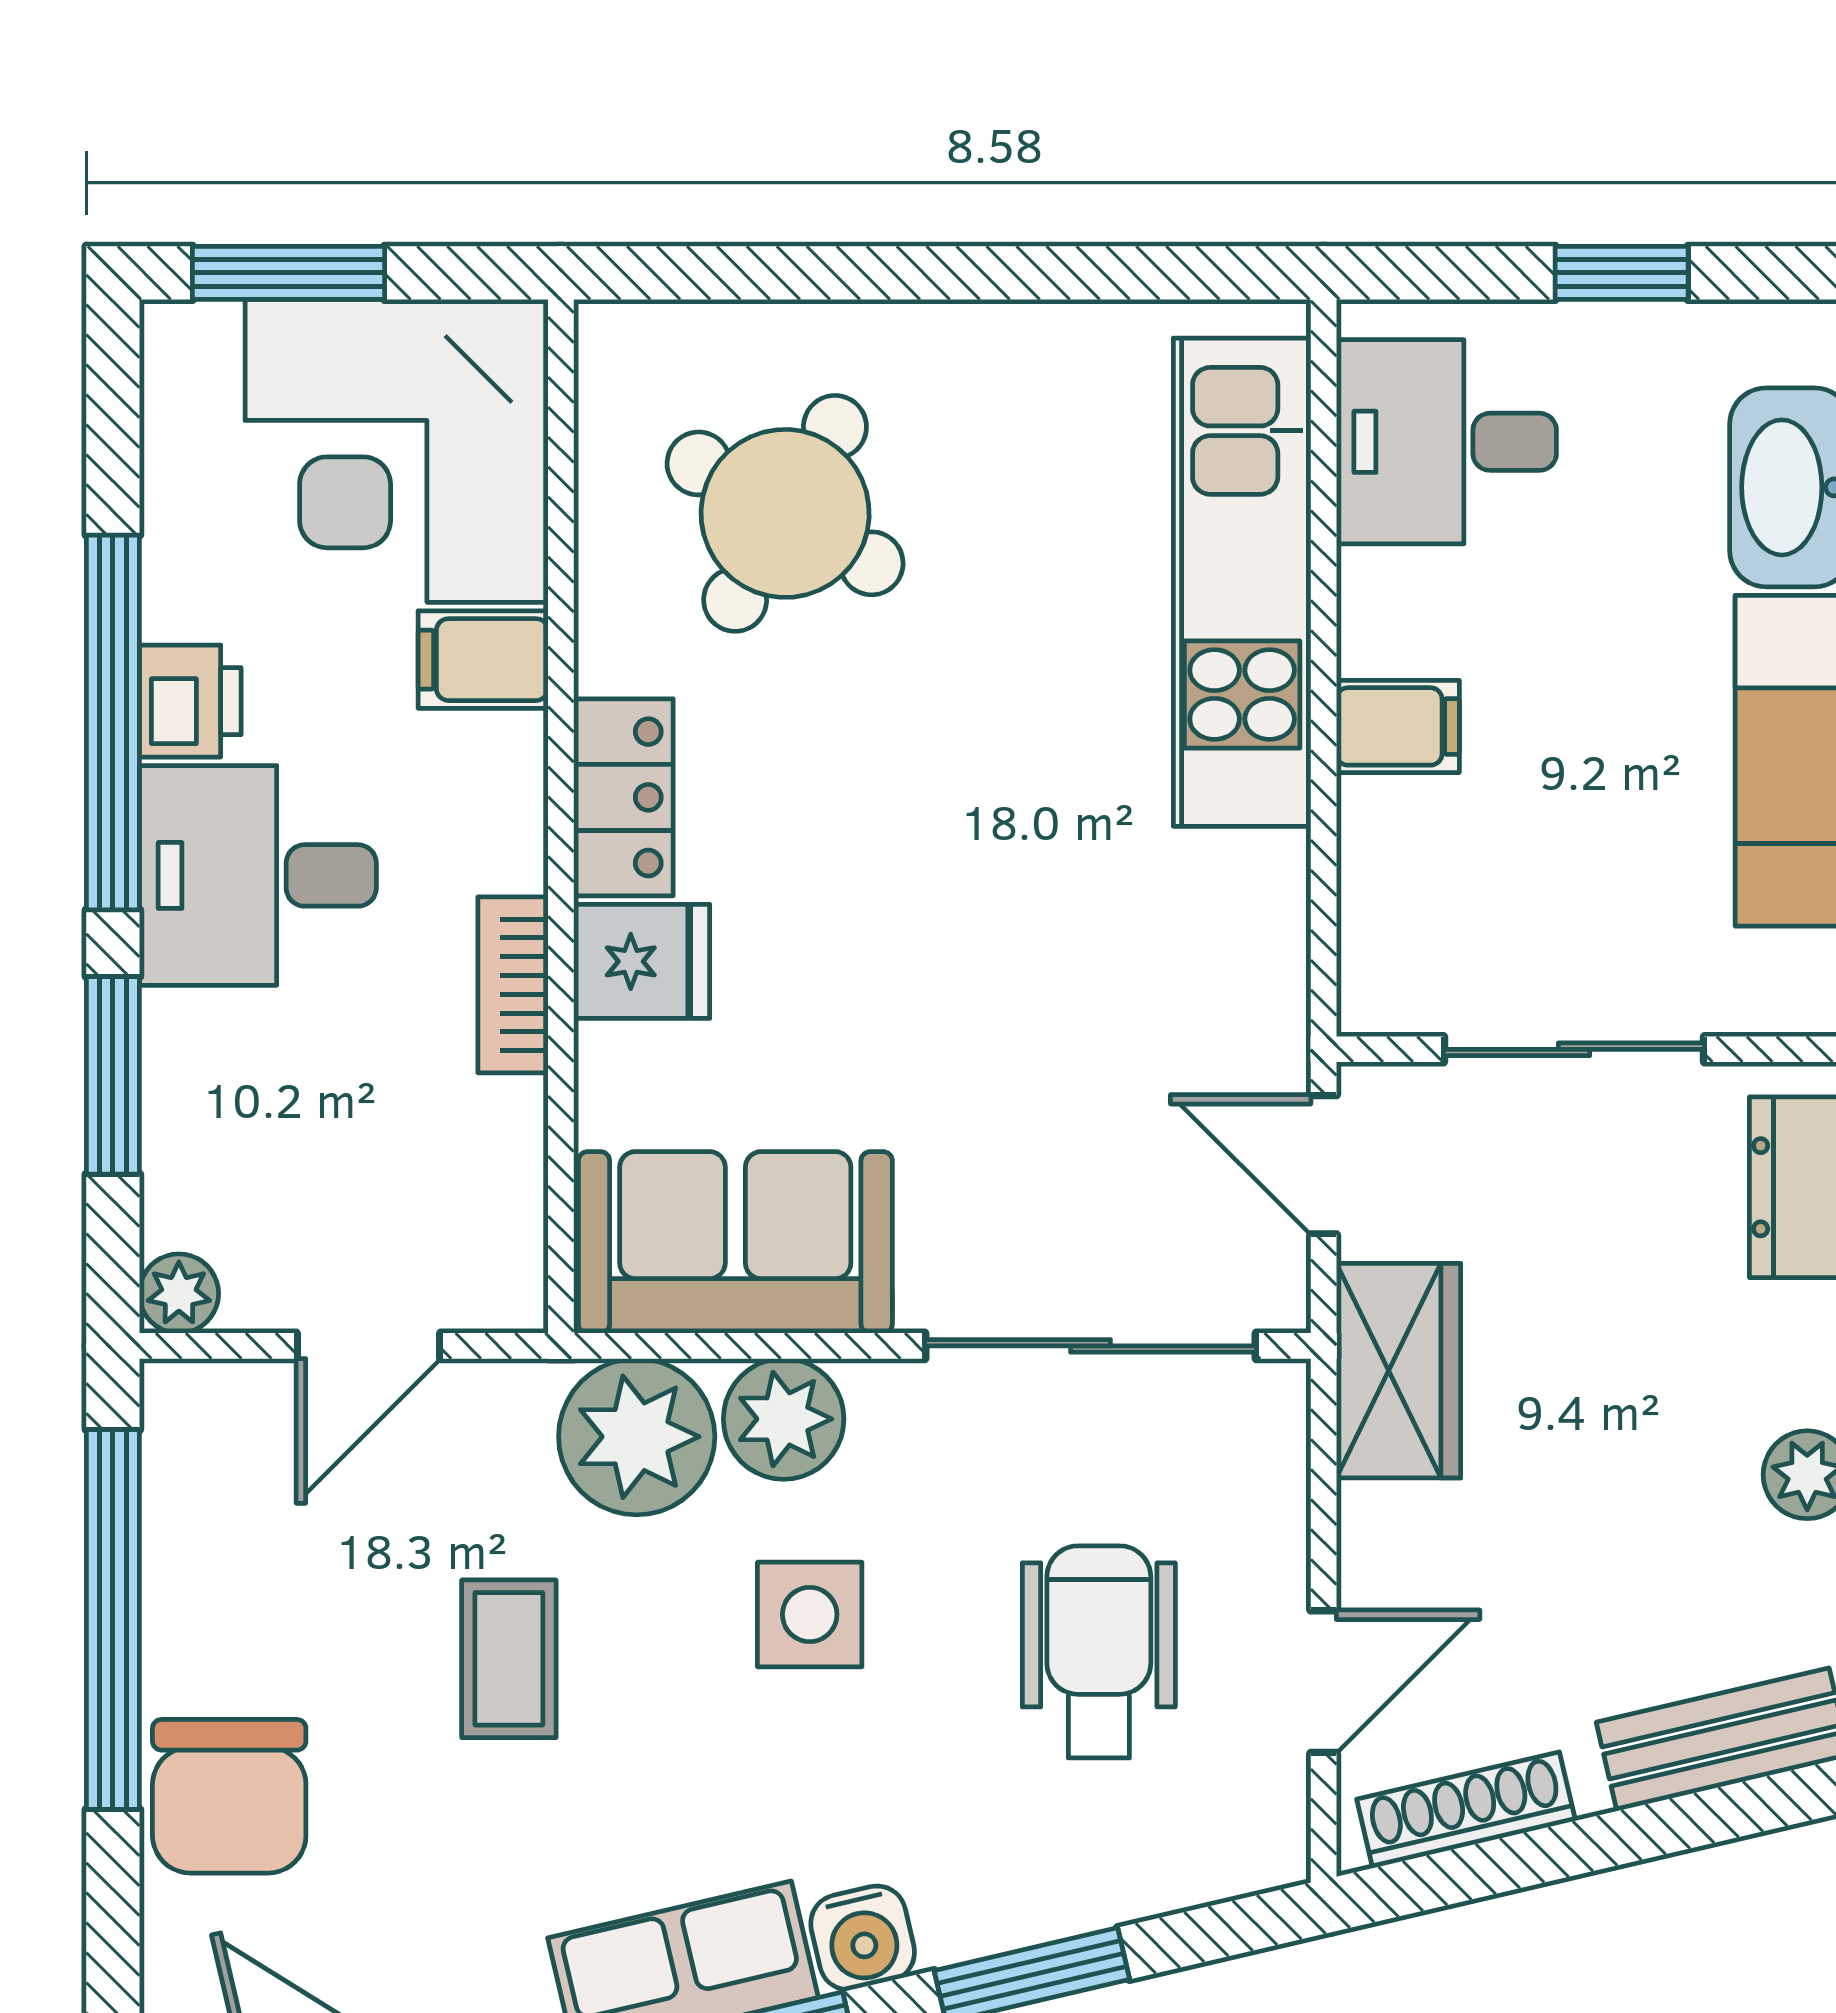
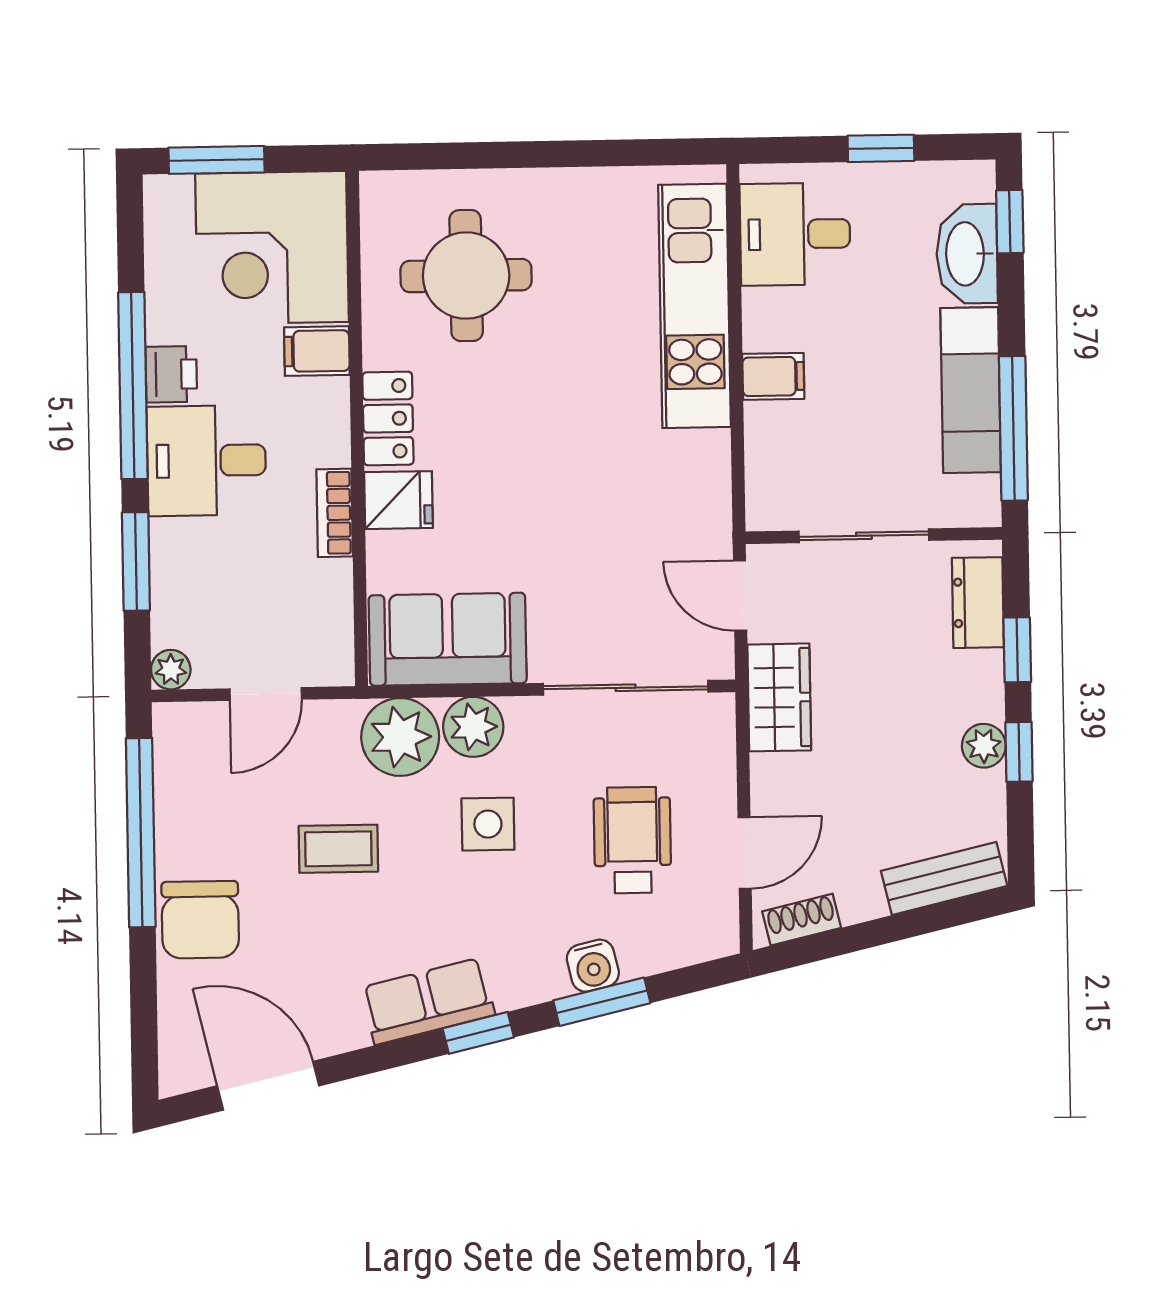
round table: (785, 513) -> (466, 276), turned -30
coffee table: (509, 1659) -> (338, 849), turned 90
shoe rack: (1466, 1810) -> (802, 920), width x0.70
water cooler: (863, 1938) -> (593, 966), moved

